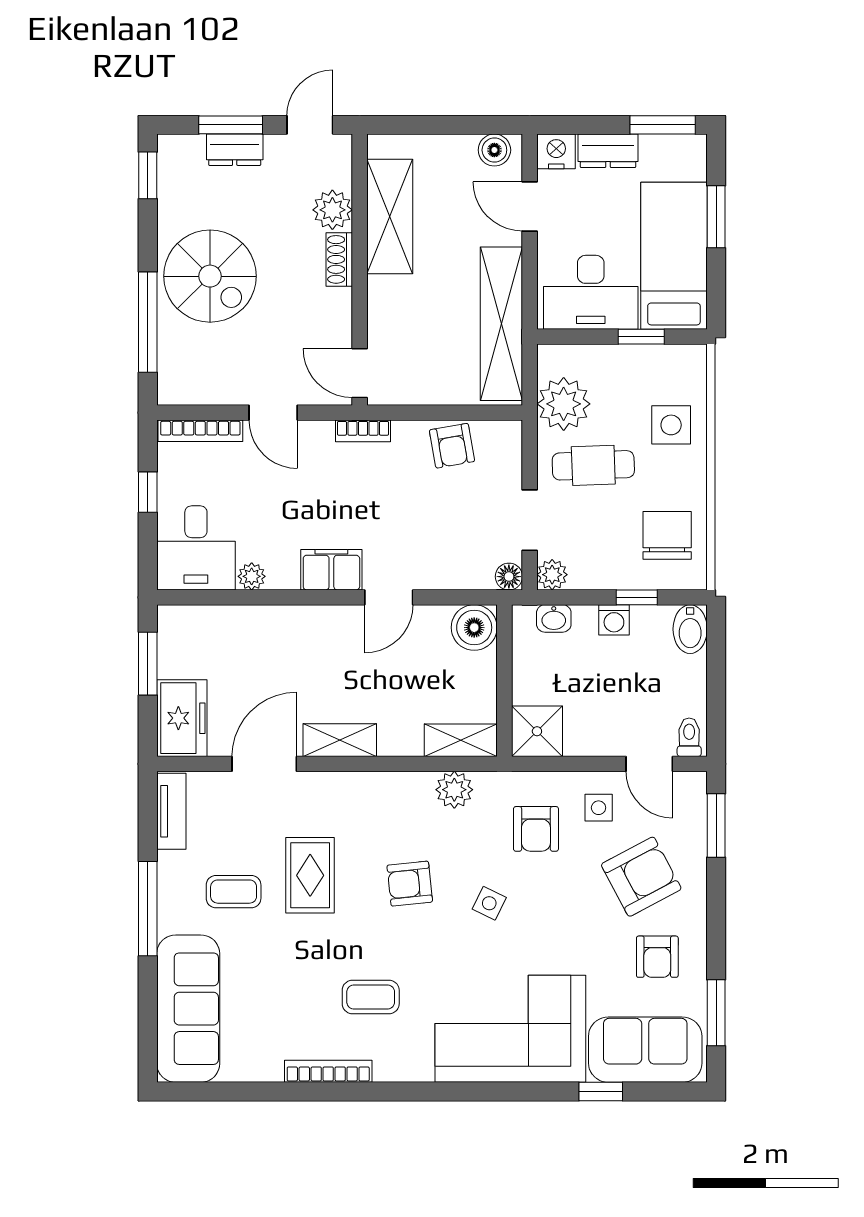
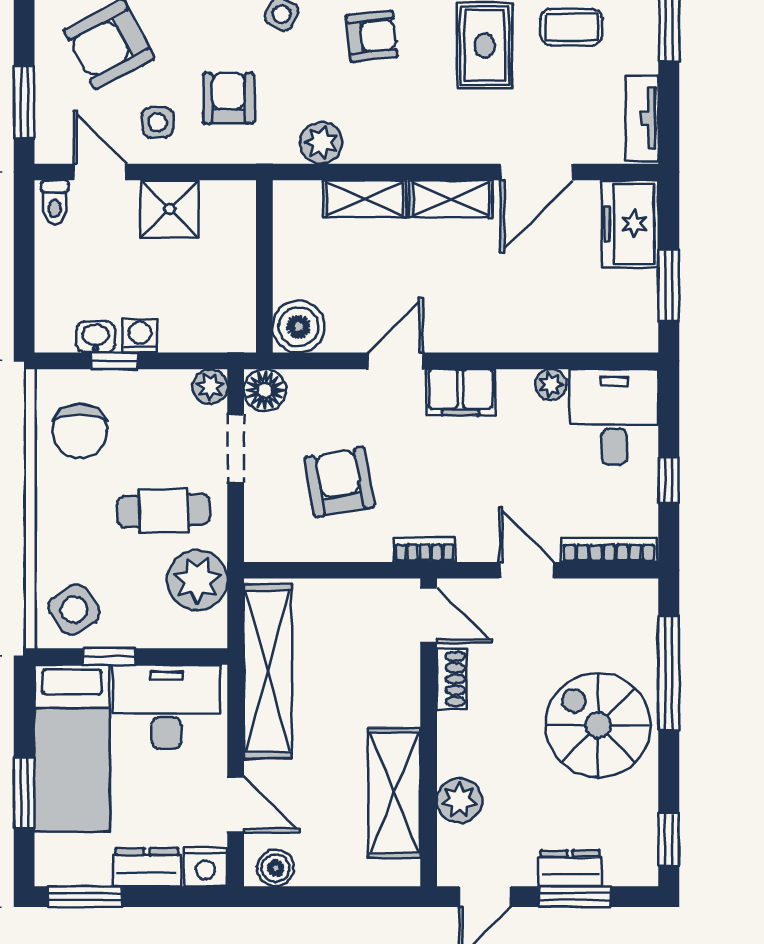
shoe rack: (339, 259) -> (452, 679), moved
side table: (671, 425) -> (74, 610), moved, turned -32
armchair: (452, 446) -> (339, 482), moved, width x1.38, depth x1.38
floor lamp: (509, 577) -> (265, 390), width x1.37, depth x1.37
washbasin: (554, 618) -> (96, 337), moved
bidet: (690, 629) -> (54, 325), removed
shower: (537, 731) -> (170, 209), moved
shelving: (461, 740) -> (365, 199), moved

